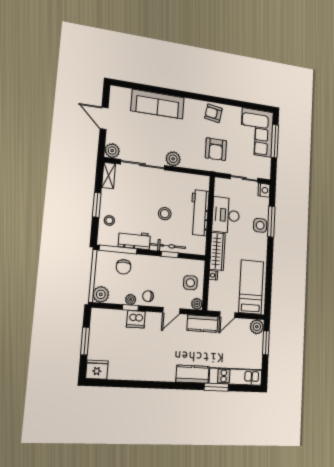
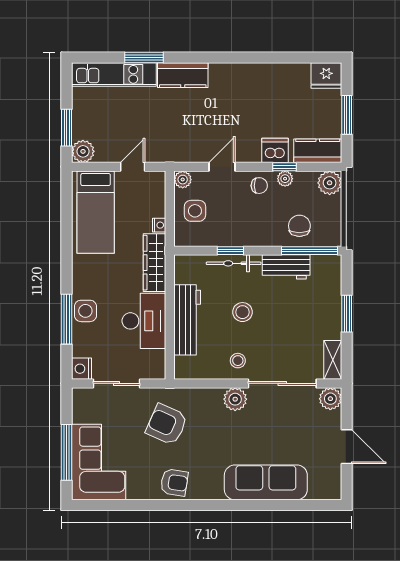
armchair: (216, 149) -> (167, 424), turned -66
stool: (109, 220) -> (238, 361), moved
kitchen counter: (203, 323) -> (318, 151), moved

